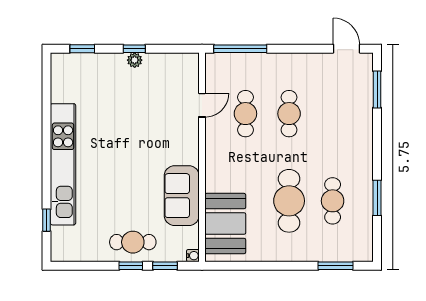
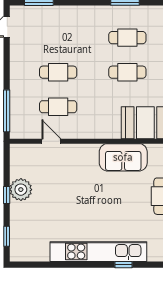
plant: (135, 60) -> (21, 190), width x1.88, depth x1.88
cafe table: (289, 201) -> (127, 72), width x0.73, depth x0.74
window: (47, 220) -> (123, 265), moved

